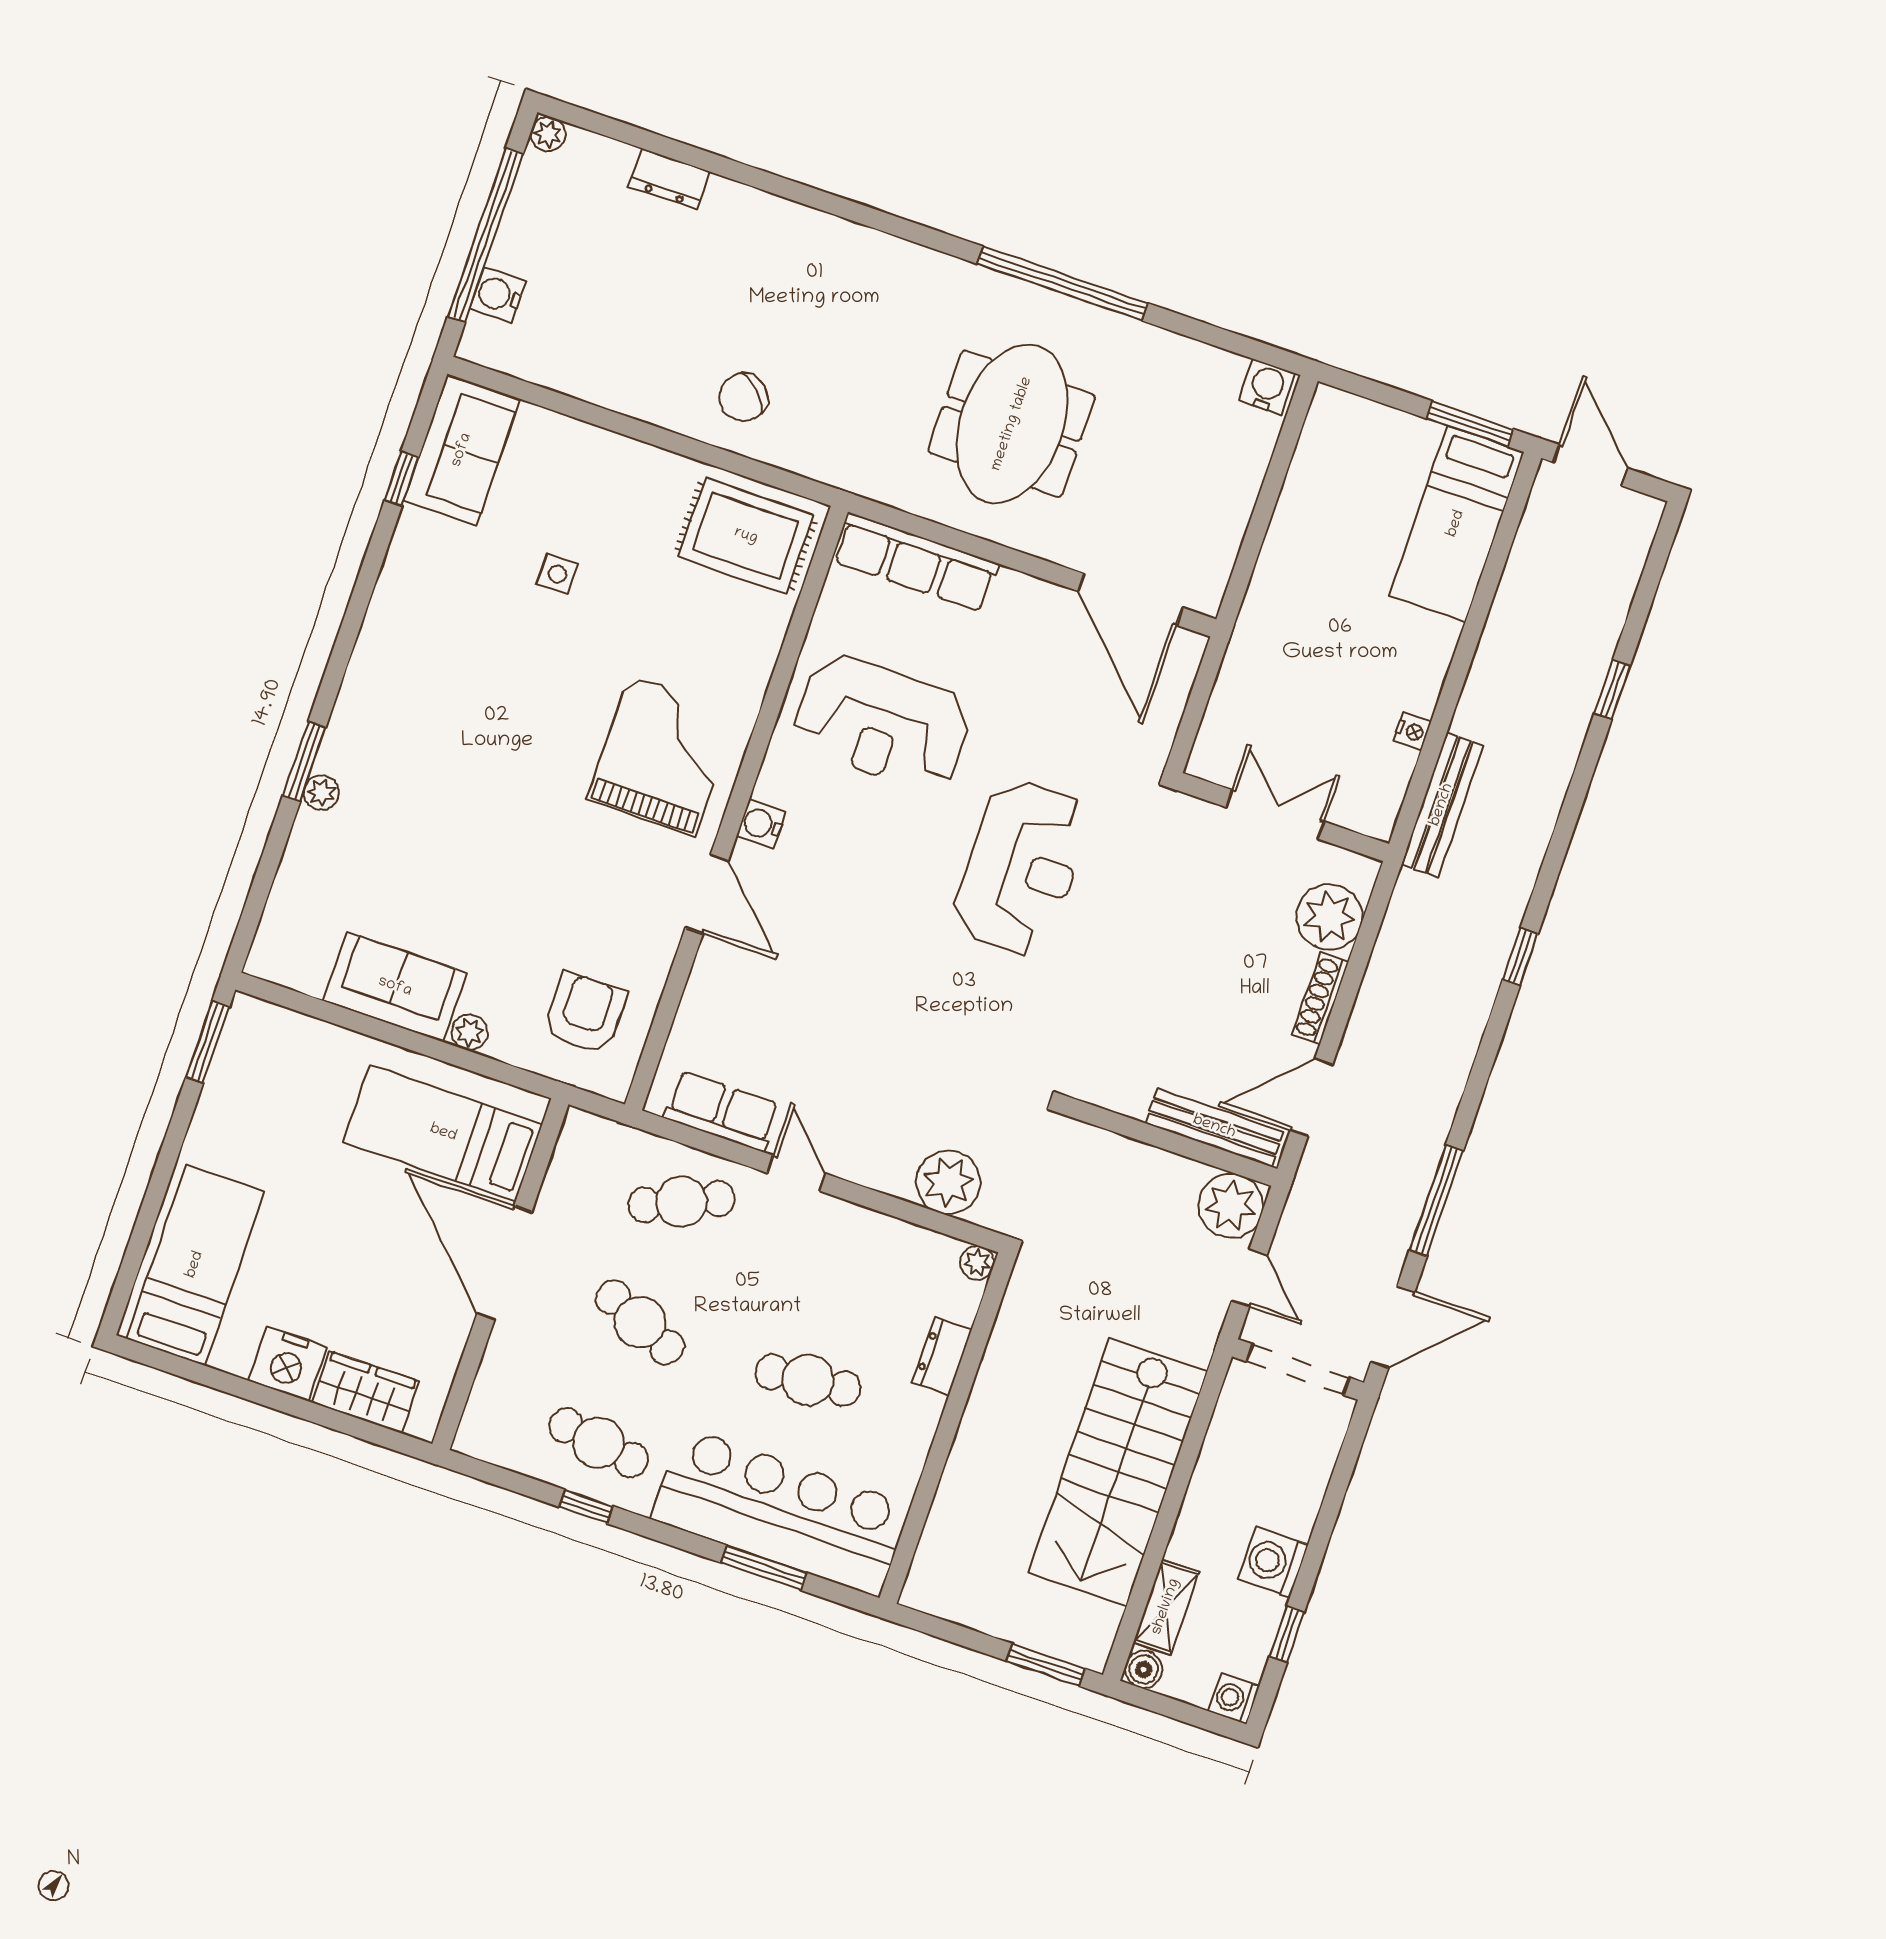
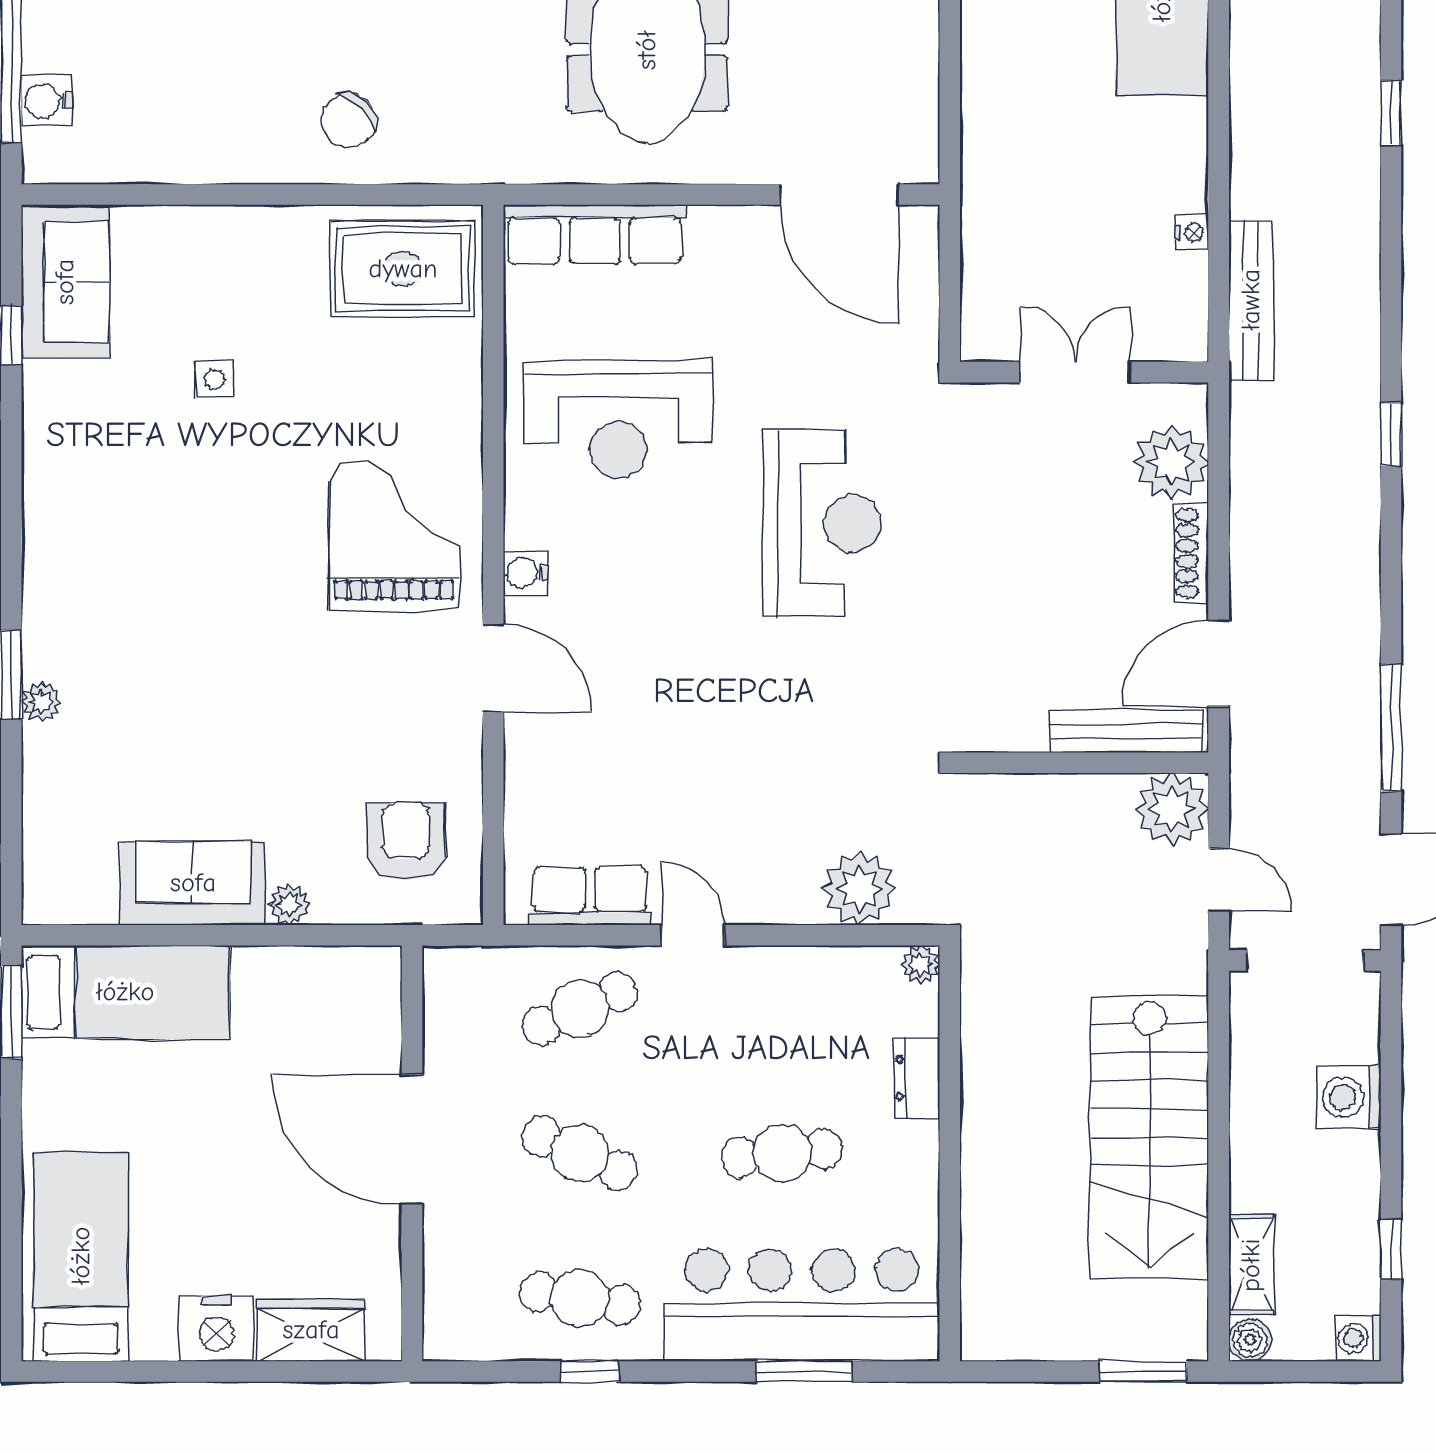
bed: (443, 1133) -> (125, 992), moved, turned 180
washing machine: (1273, 1562) -> (1349, 1097), moved

